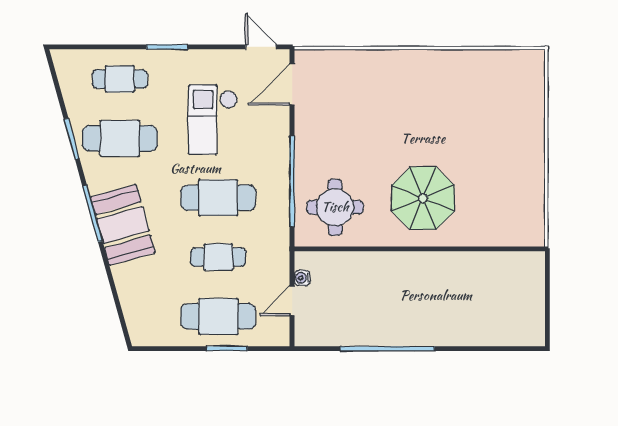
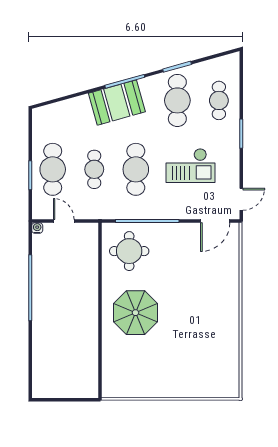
door: (292, 84) -> (215, 221), swing flipped
checkout: (213, 120) -> (190, 166), turned 180
water cooler: (302, 278) -> (37, 228), moved

